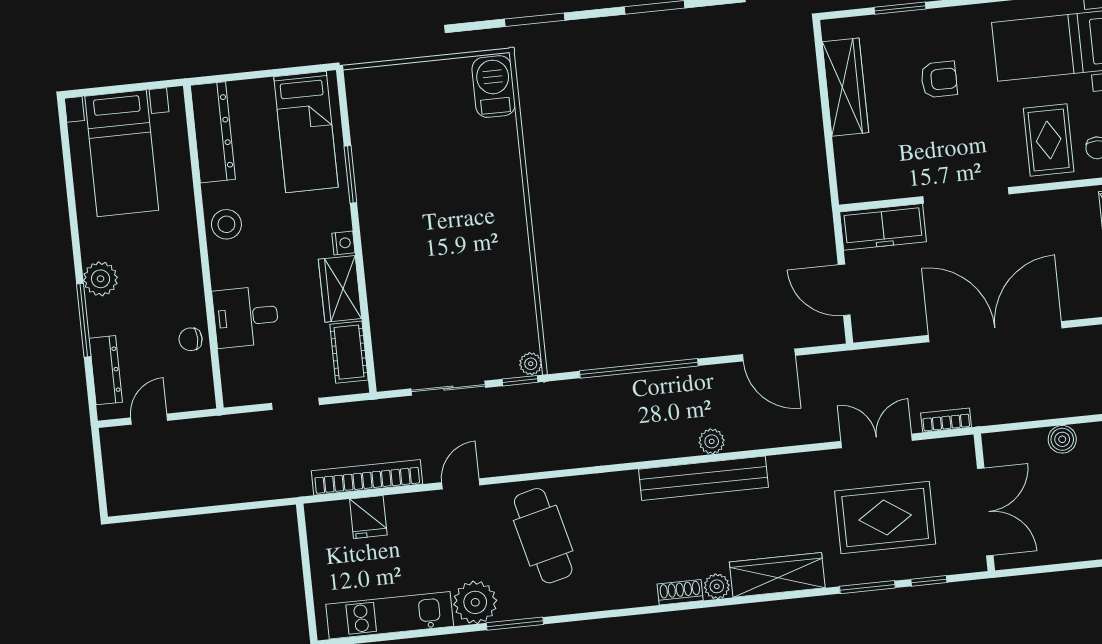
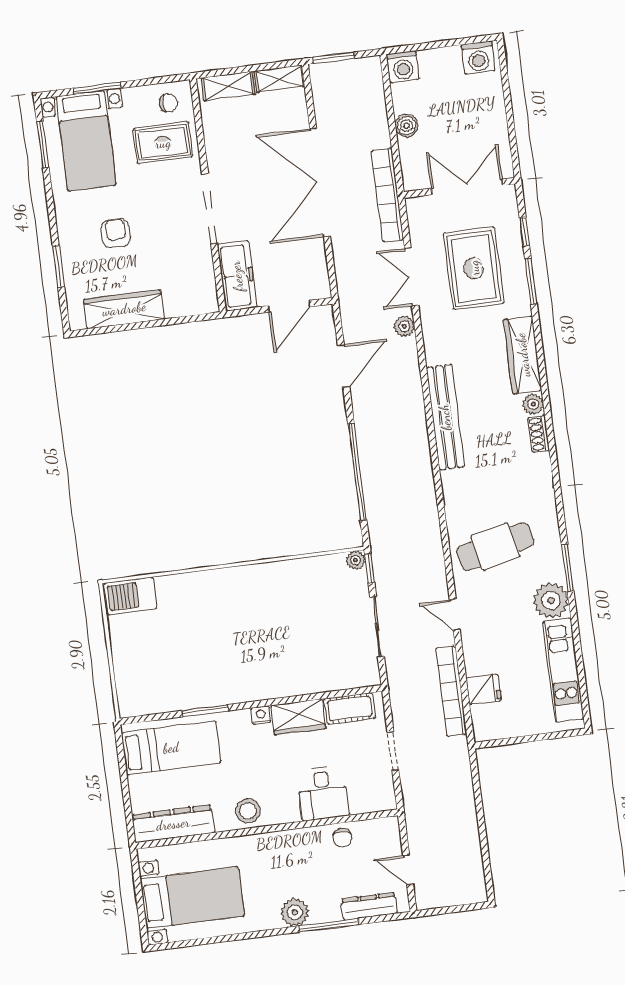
bookcase: (946, 420) -> (387, 195), width x2.31, depth x1.31
plant: (712, 441) -> (404, 326), moved

